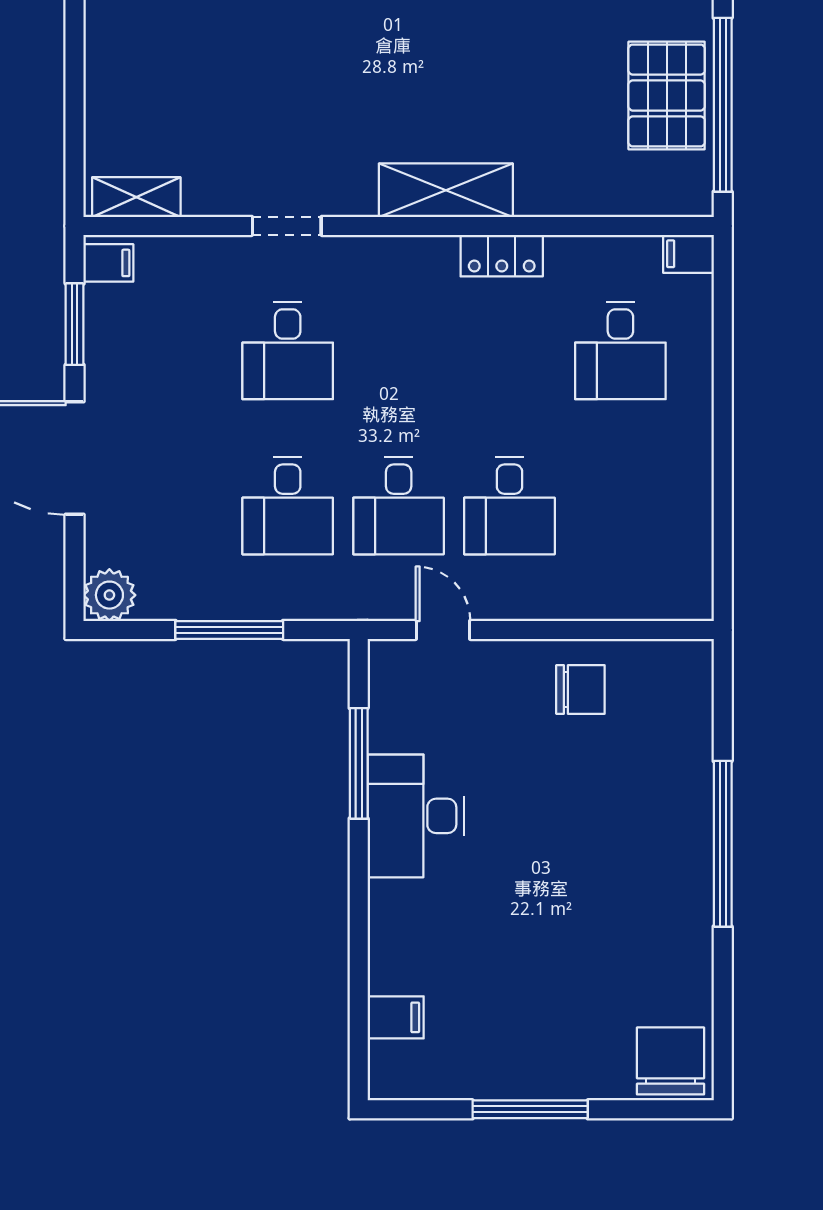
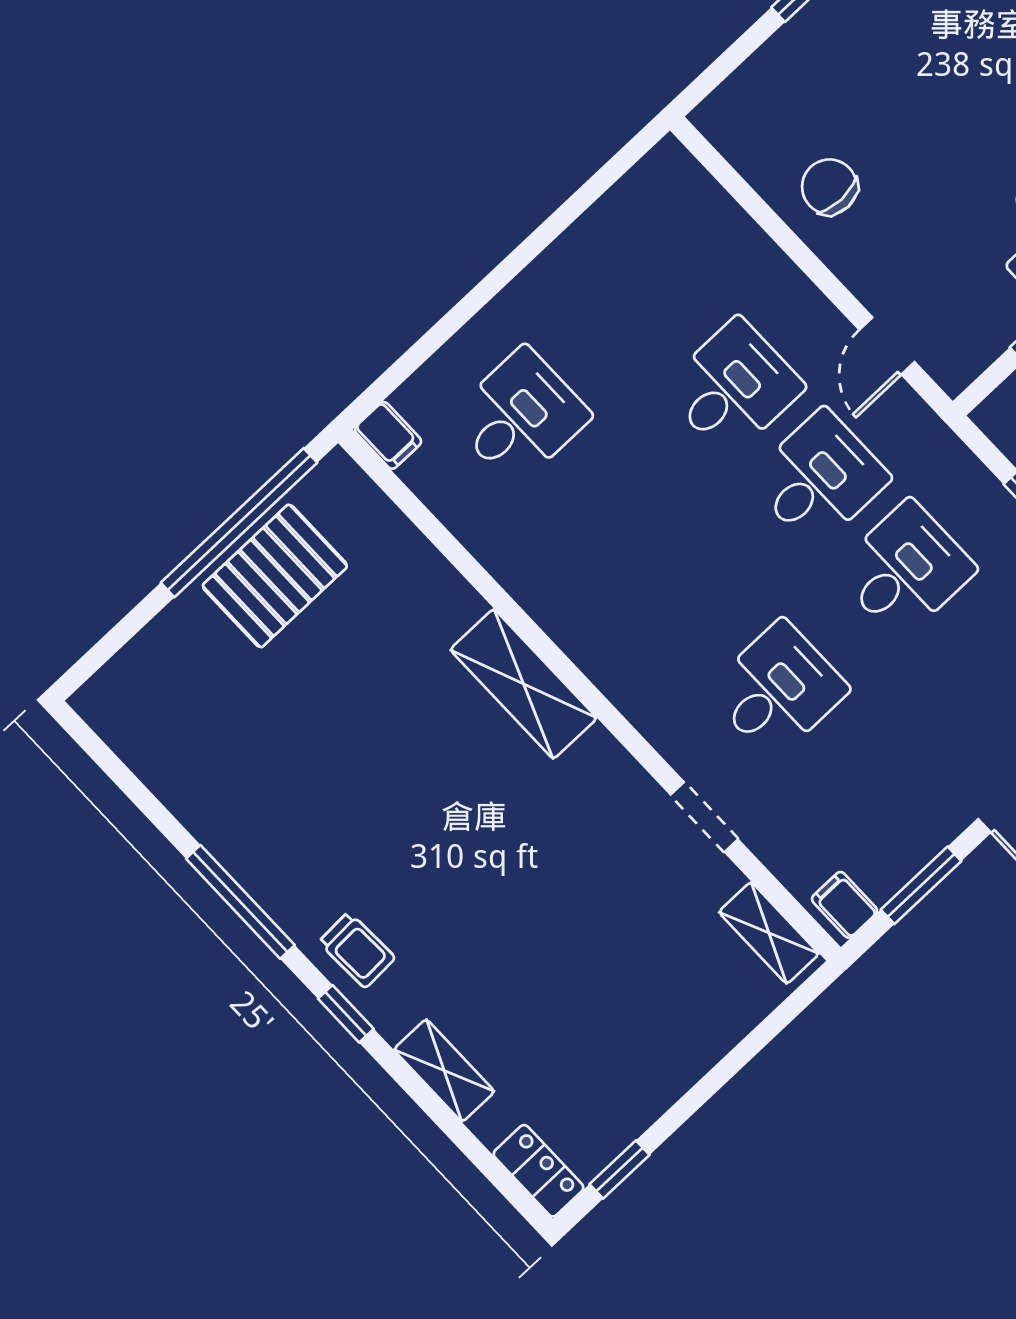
doorway: (287, 226) -> (704, 817), moved
locker: (502, 256) -> (534, 587), removed

